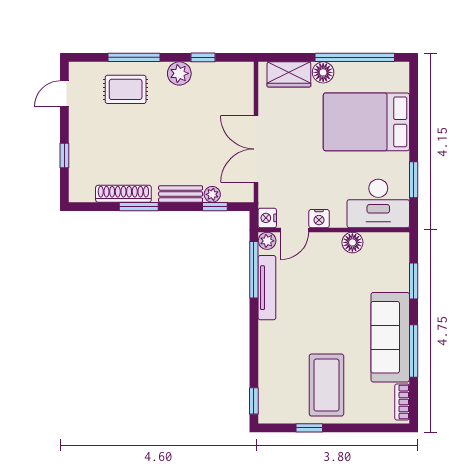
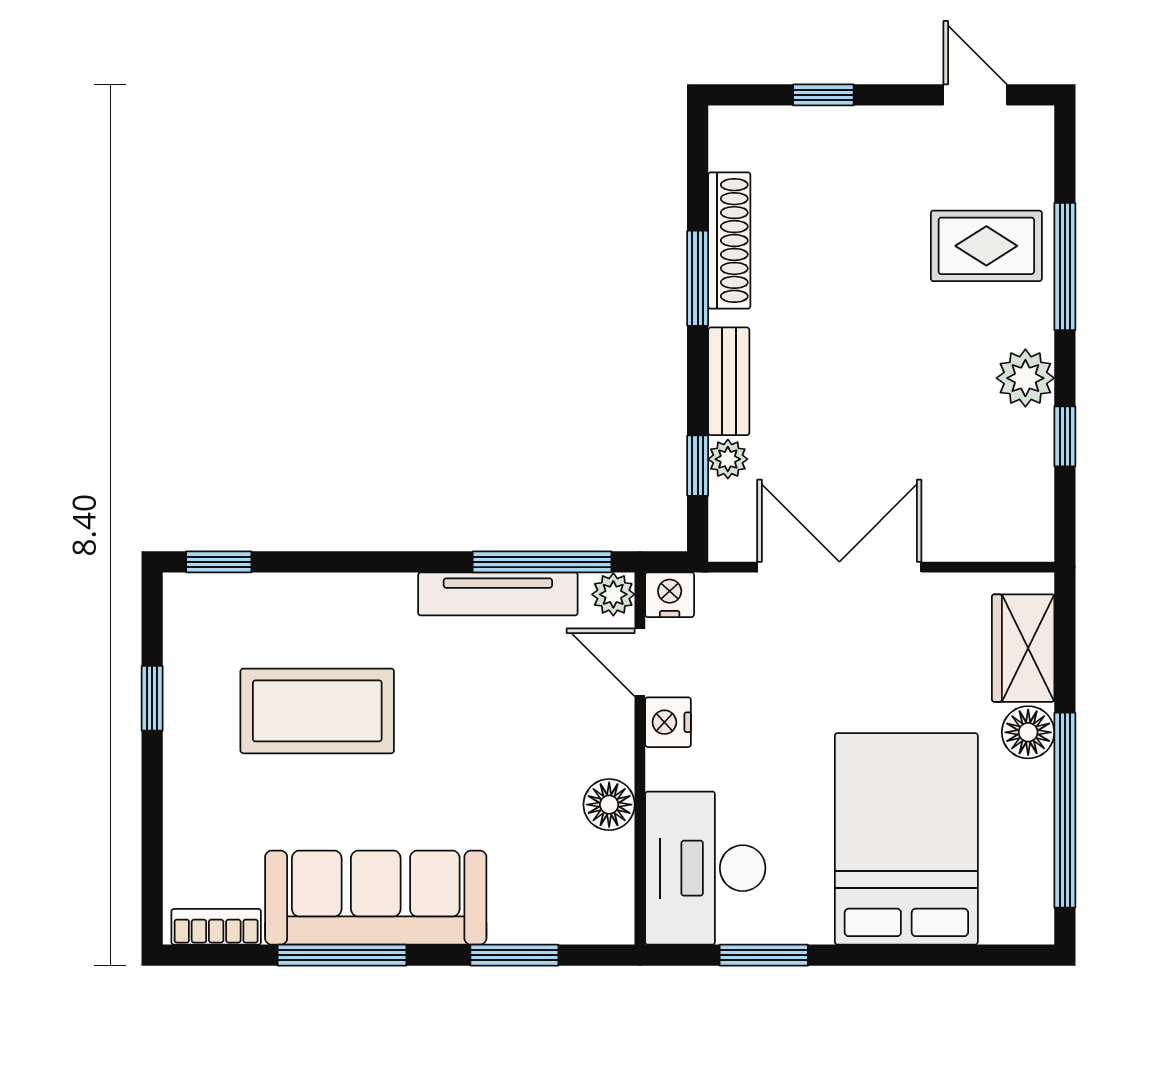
rug: (126, 89) -> (986, 246), turned 90
coffee table: (326, 385) -> (317, 711), moved

